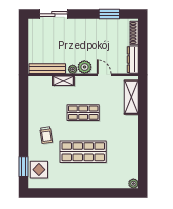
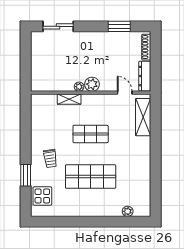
bench: (47, 69) -> (51, 86), removed
door: (104, 75) -> (125, 93), moved
window: (23, 167) -> (26, 175), moved
plant: (133, 184) -> (128, 211), moved

